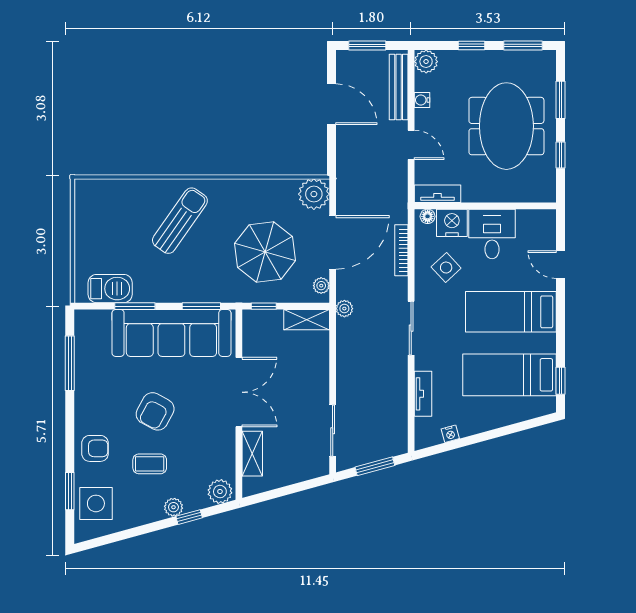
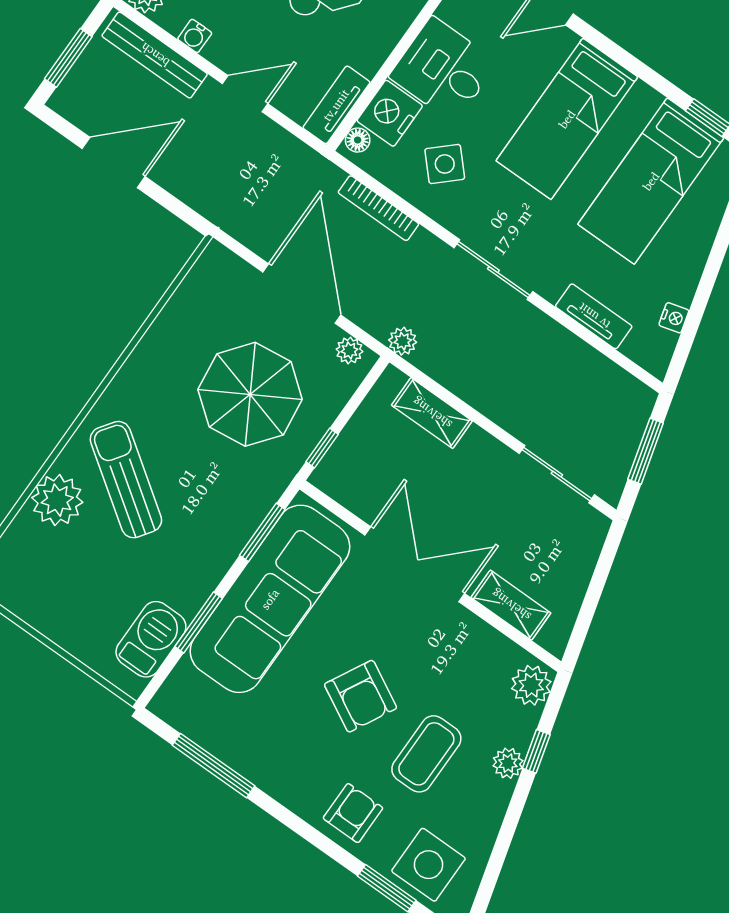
plant: (314, 194) -> (57, 500), moved
shelving: (307, 320) -> (432, 413), moved, turned 90
coffee table: (150, 464) -> (426, 754), width x1.36, depth x1.30

